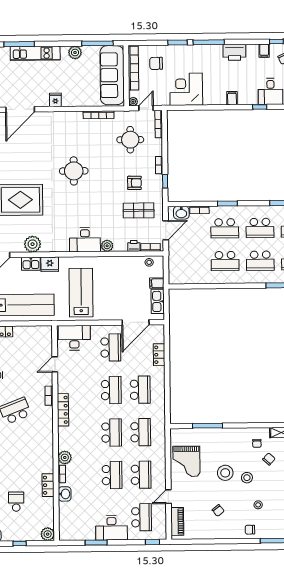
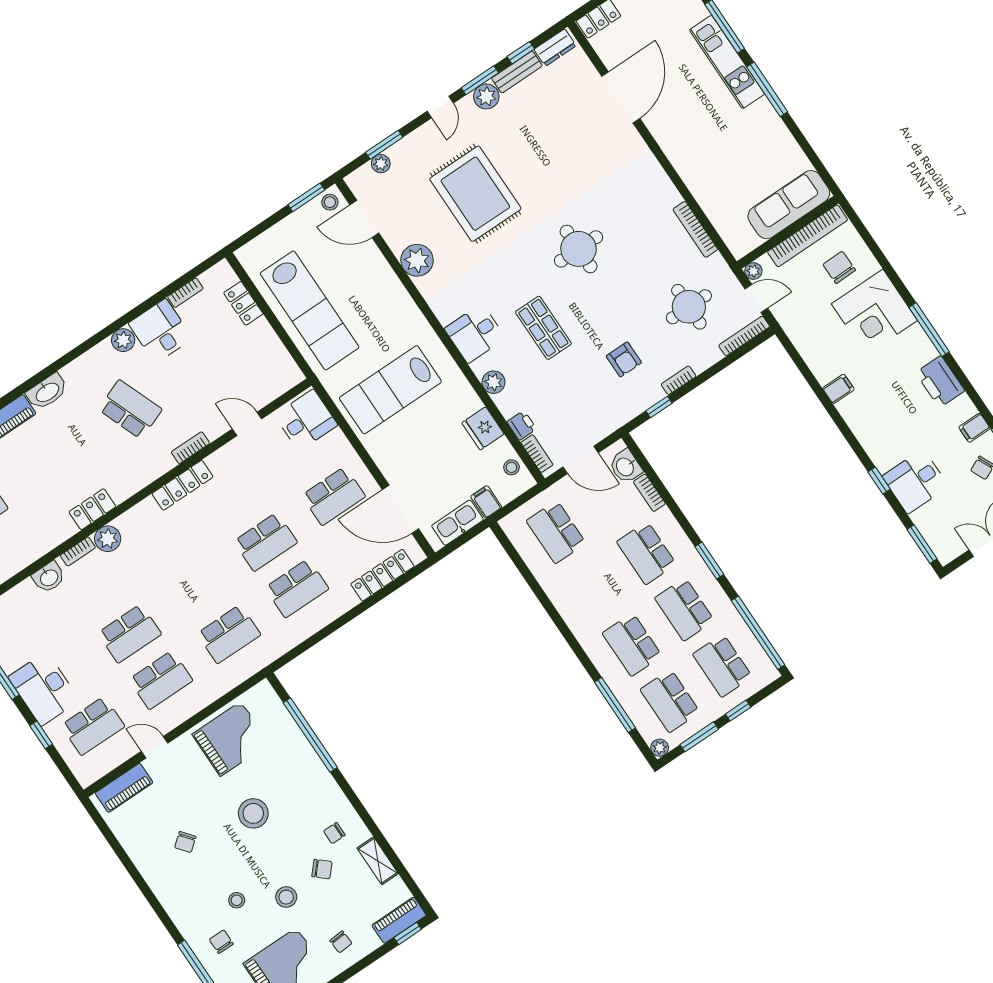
window: (97, 43) -> (767, 89), moved
window: (178, 43) -> (896, 280), removed
plant: (75, 53) -> (771, 125), removed
sofa: (112, 75) -> (789, 205), width x0.74, depth x0.79
corner desk: (186, 89) -> (874, 312), moved, turned 180
filing cabinet: (232, 98) -> (838, 389), moved
fridge: (55, 100) -> (673, 144), removed
door: (20, 109) -> (621, 97), swing flipped
window: (227, 203) -> (709, 560), moved
shop shelf: (139, 210) -> (543, 328), moved
desk: (85, 240) -> (475, 333), width x0.73
school desk: (225, 261) -> (556, 532), moved
kitchen sink: (31, 264) -> (384, 278), removed
fridge: (50, 264) -> (483, 428), moved
lab bench: (81, 293) -> (390, 390), turned 180
desk: (74, 338) -> (306, 420), width x0.73
locker: (159, 355) -> (383, 575), width x1.53
window: (208, 426) -> (310, 735), width x1.46
school desk: (112, 433) -> (198, 588), removed
grand piano: (186, 461) -> (231, 739), turned 180
stool: (247, 478) -> (286, 897), moved
locker: (48, 485) -> (92, 509), moved
chair: (250, 530) -> (221, 942), moved
window: (153, 542) -> (41, 735), moved

